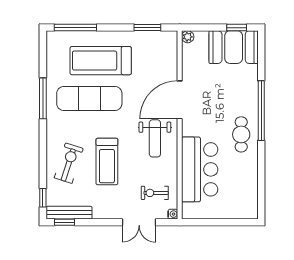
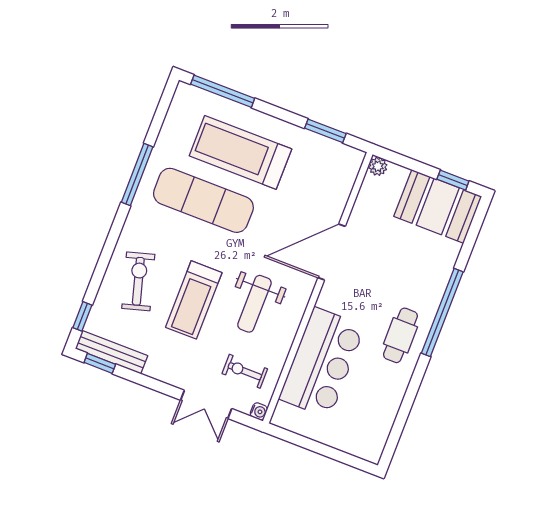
weight bench: (155, 138) -> (254, 304), moved
exercise bike: (69, 163) -> (138, 281), turned -34

